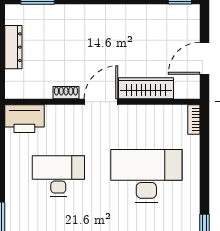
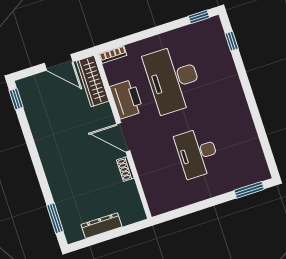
wardrobe: (146, 88) -> (93, 81), moved
printer: (24, 119) -> (127, 99), moved

